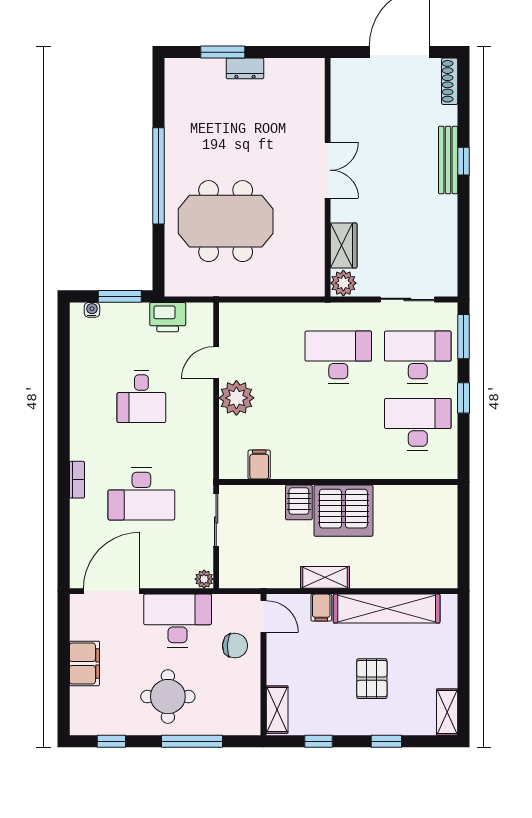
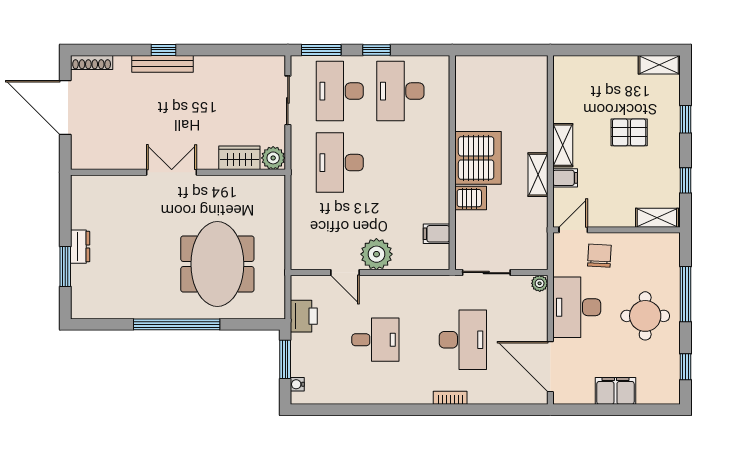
shelving: (387, 608) -> (563, 145), width x0.45, depth x0.75

